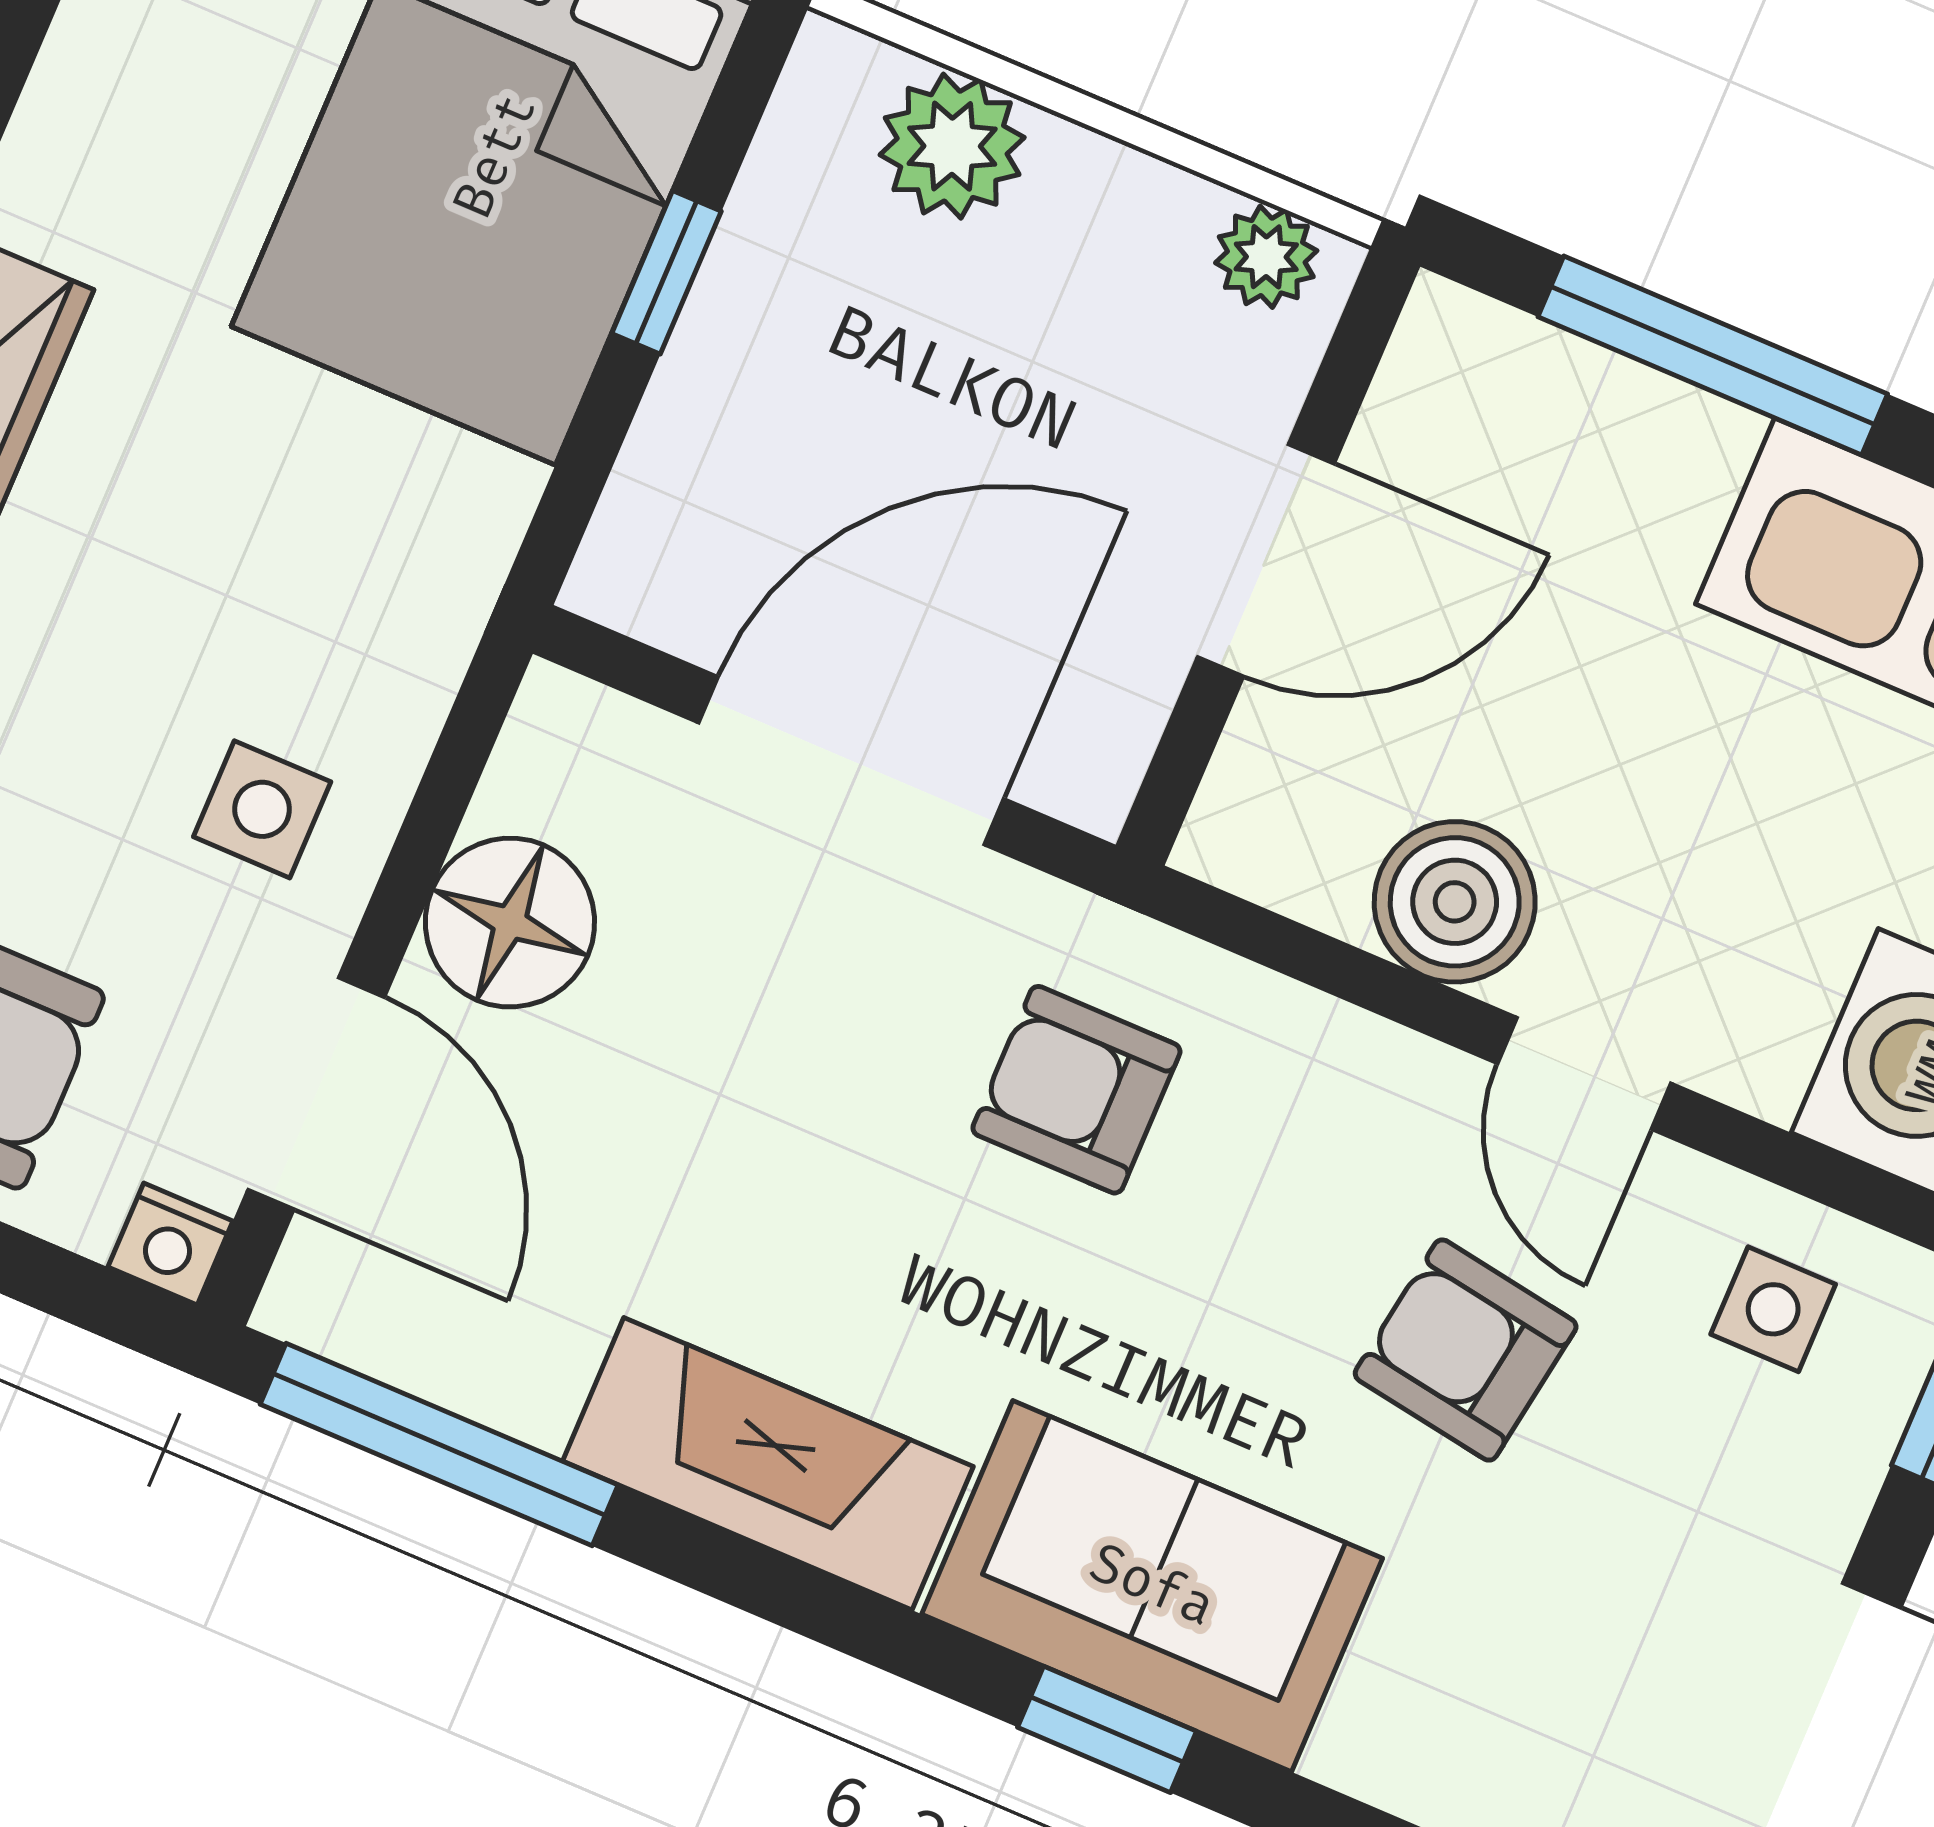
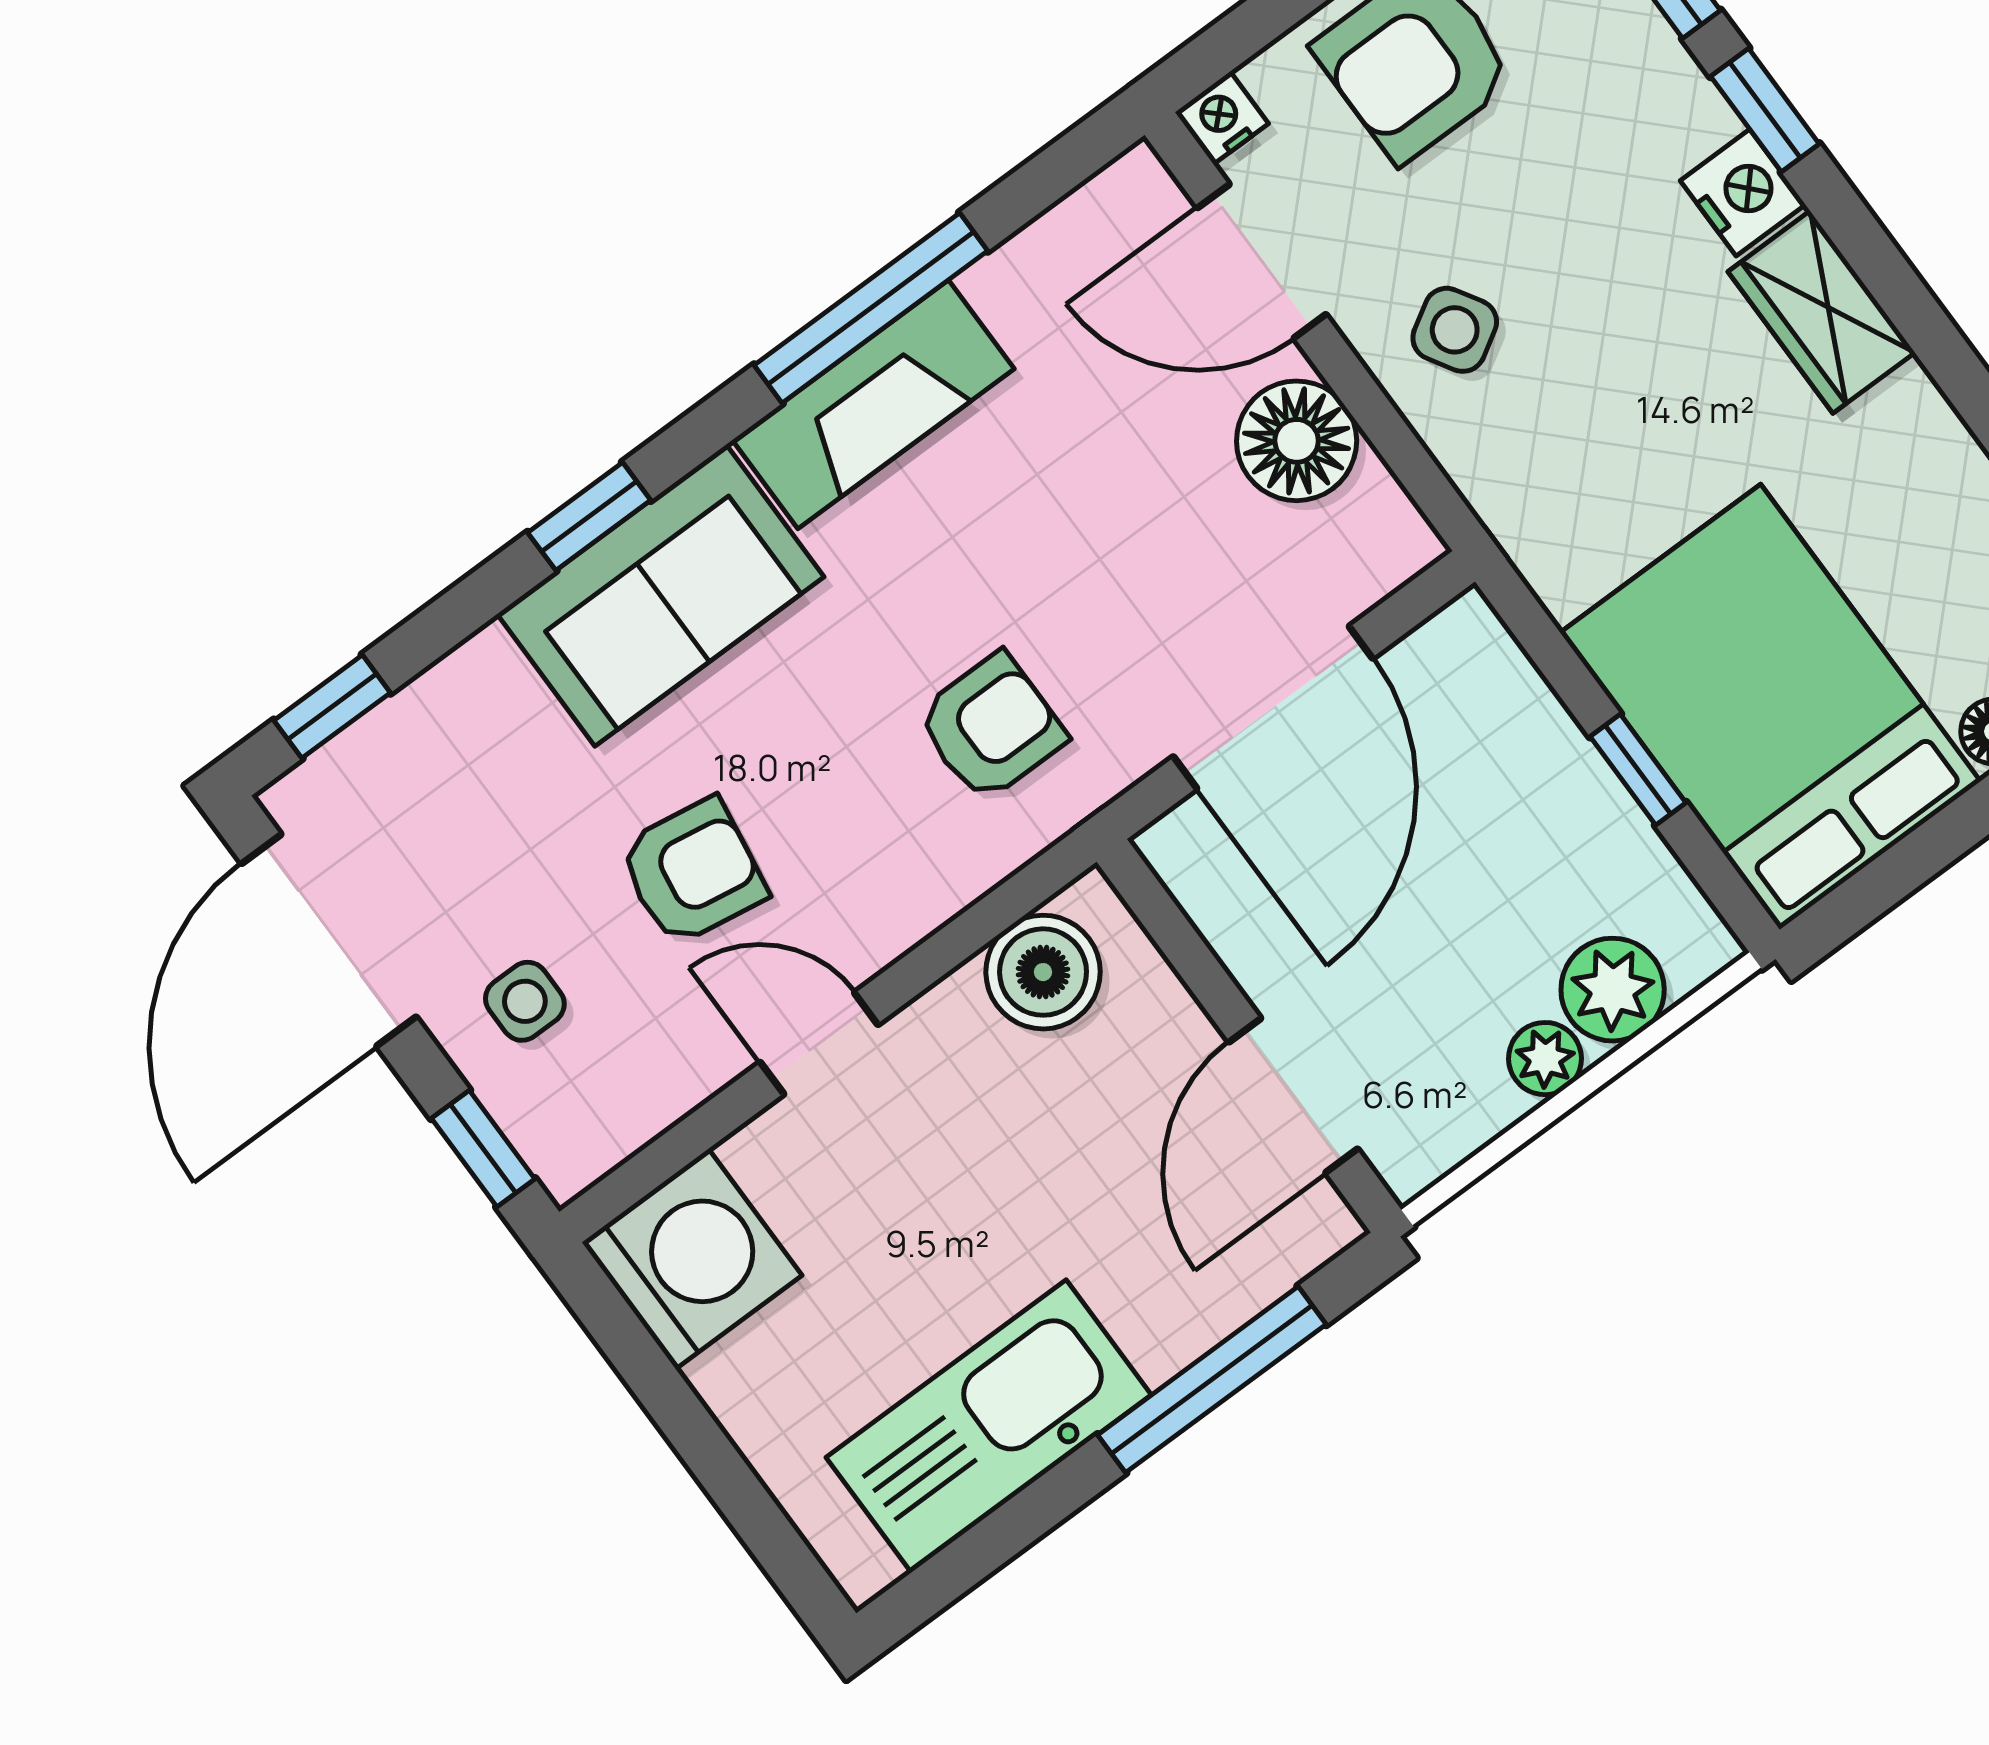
plant: (1266, 257) -> (1545, 1059), moved
door: (1266, 560) -> (1293, 1096), moved
side table: (262, 809) -> (1455, 330), turned -31
boiler: (1455, 902) -> (1043, 972), moved
side table: (1773, 1309) -> (525, 1001), moved
window: (439, 1445) -> (871, 308), moved

